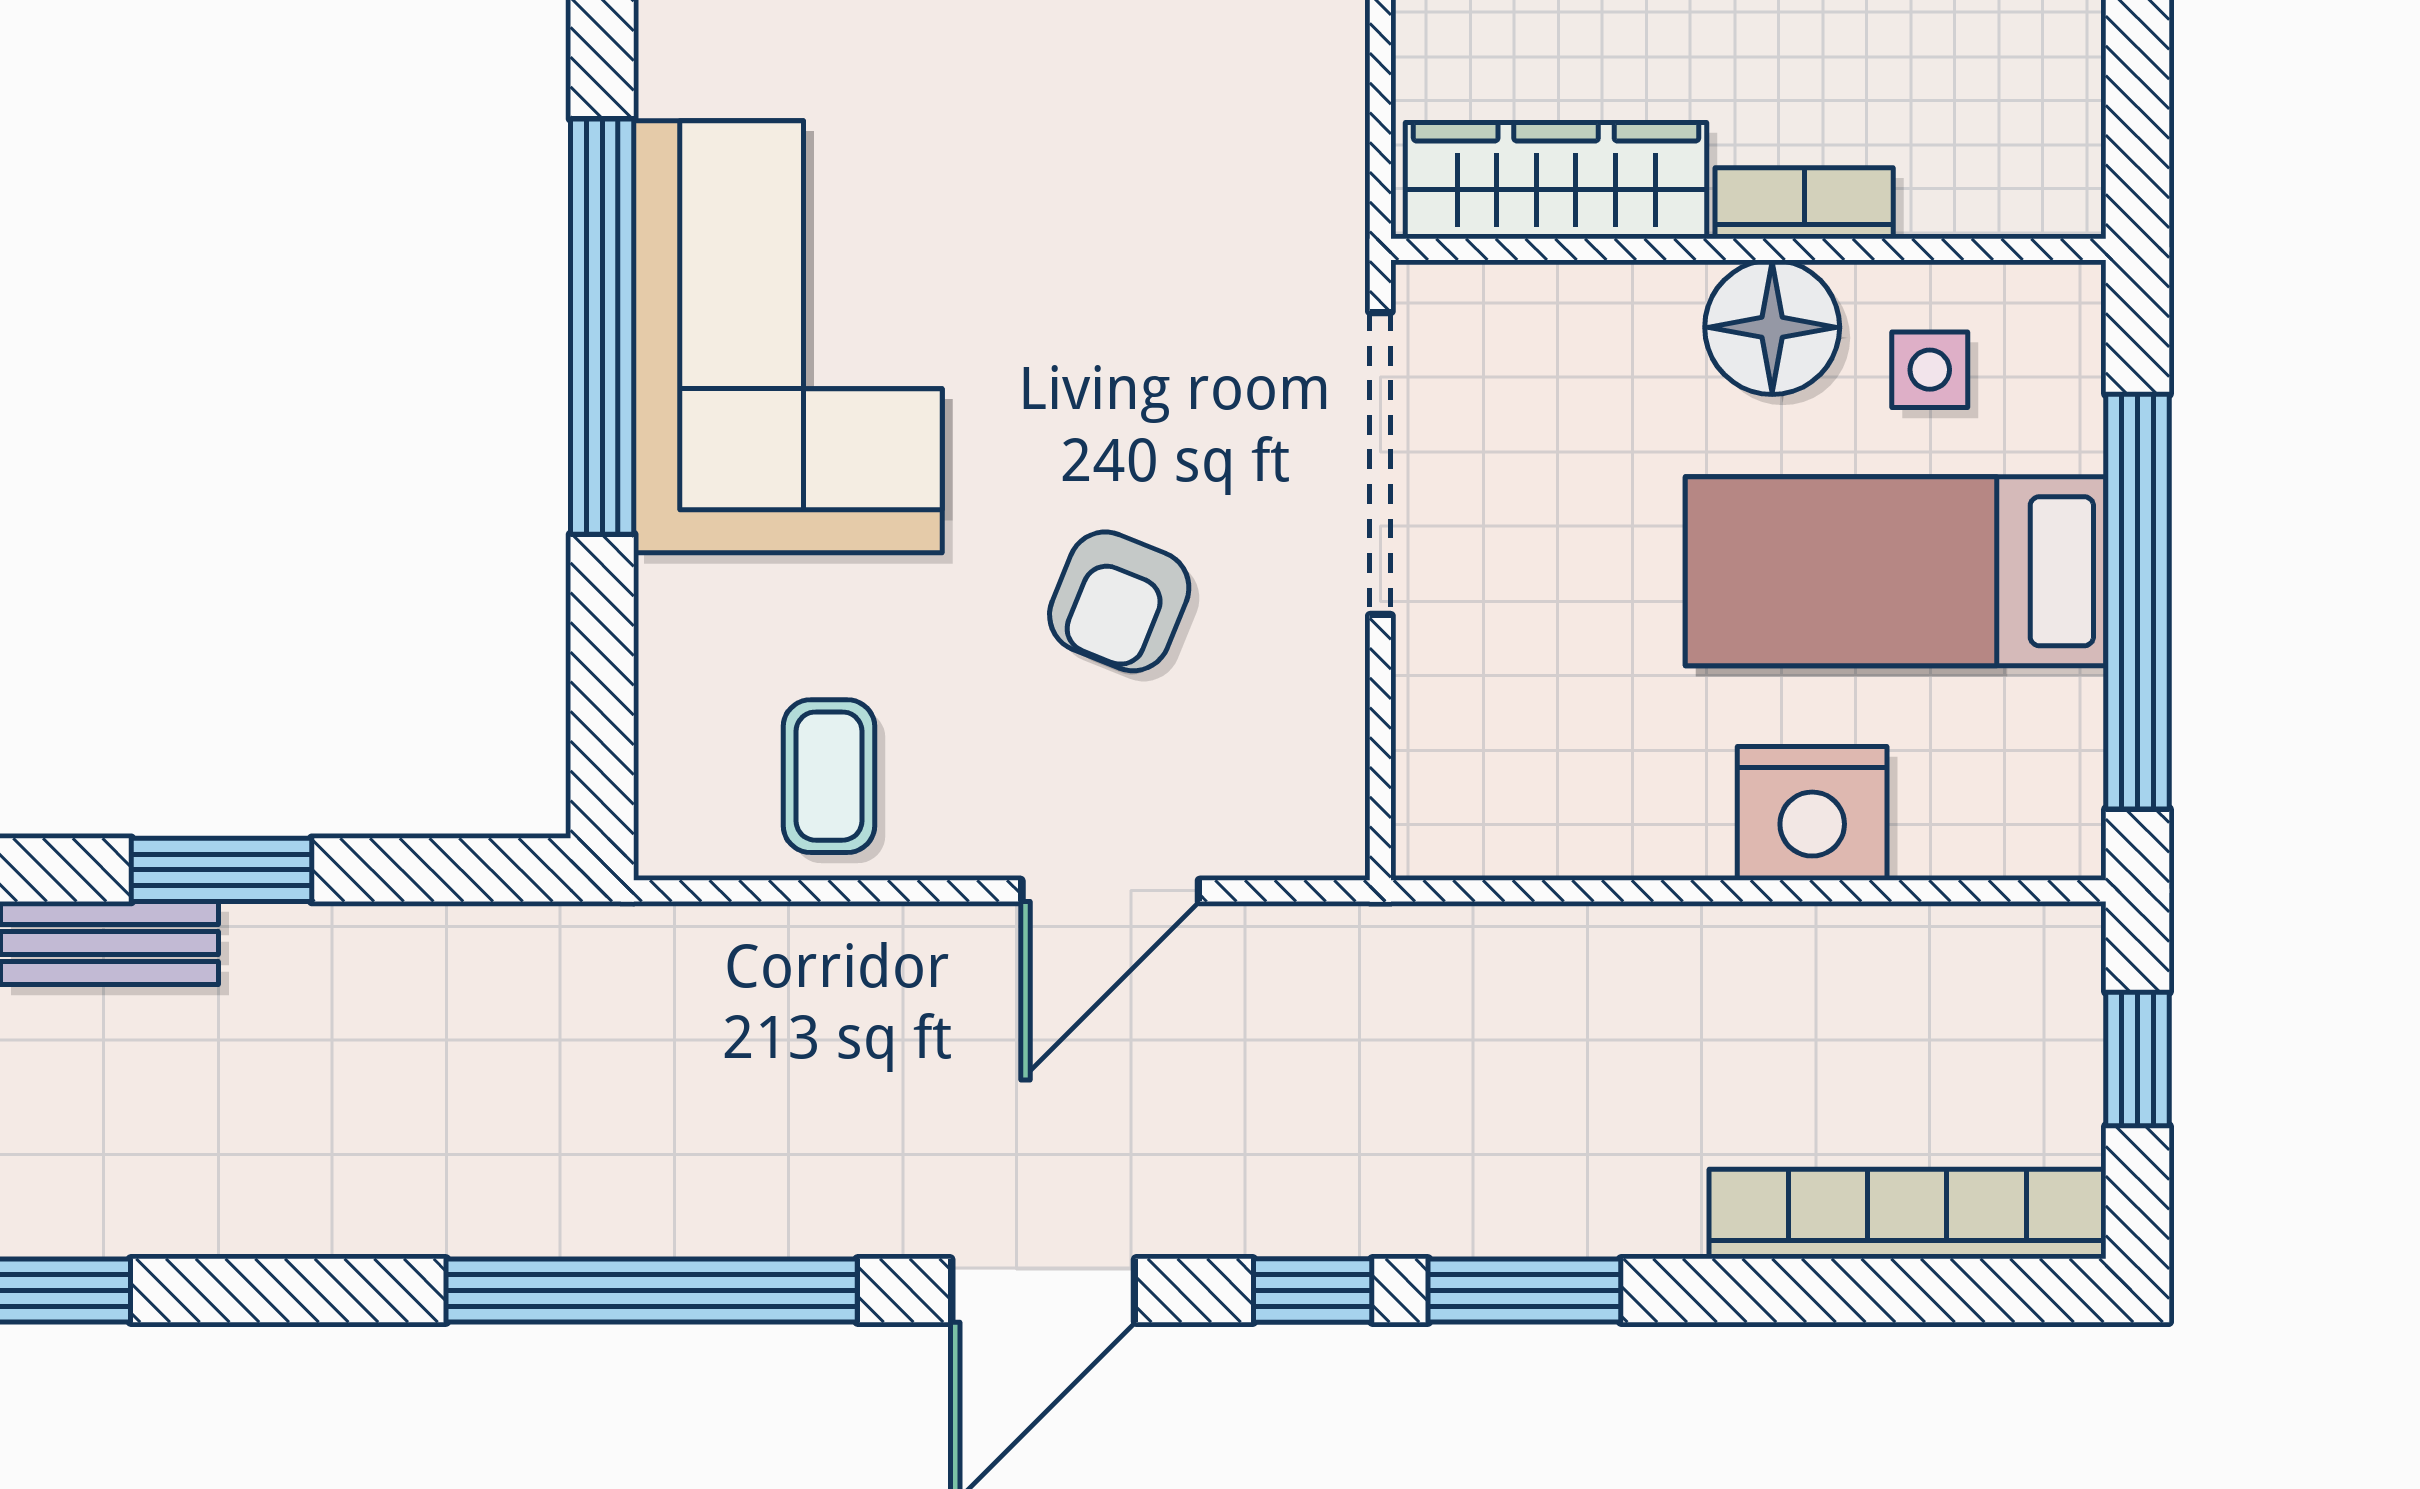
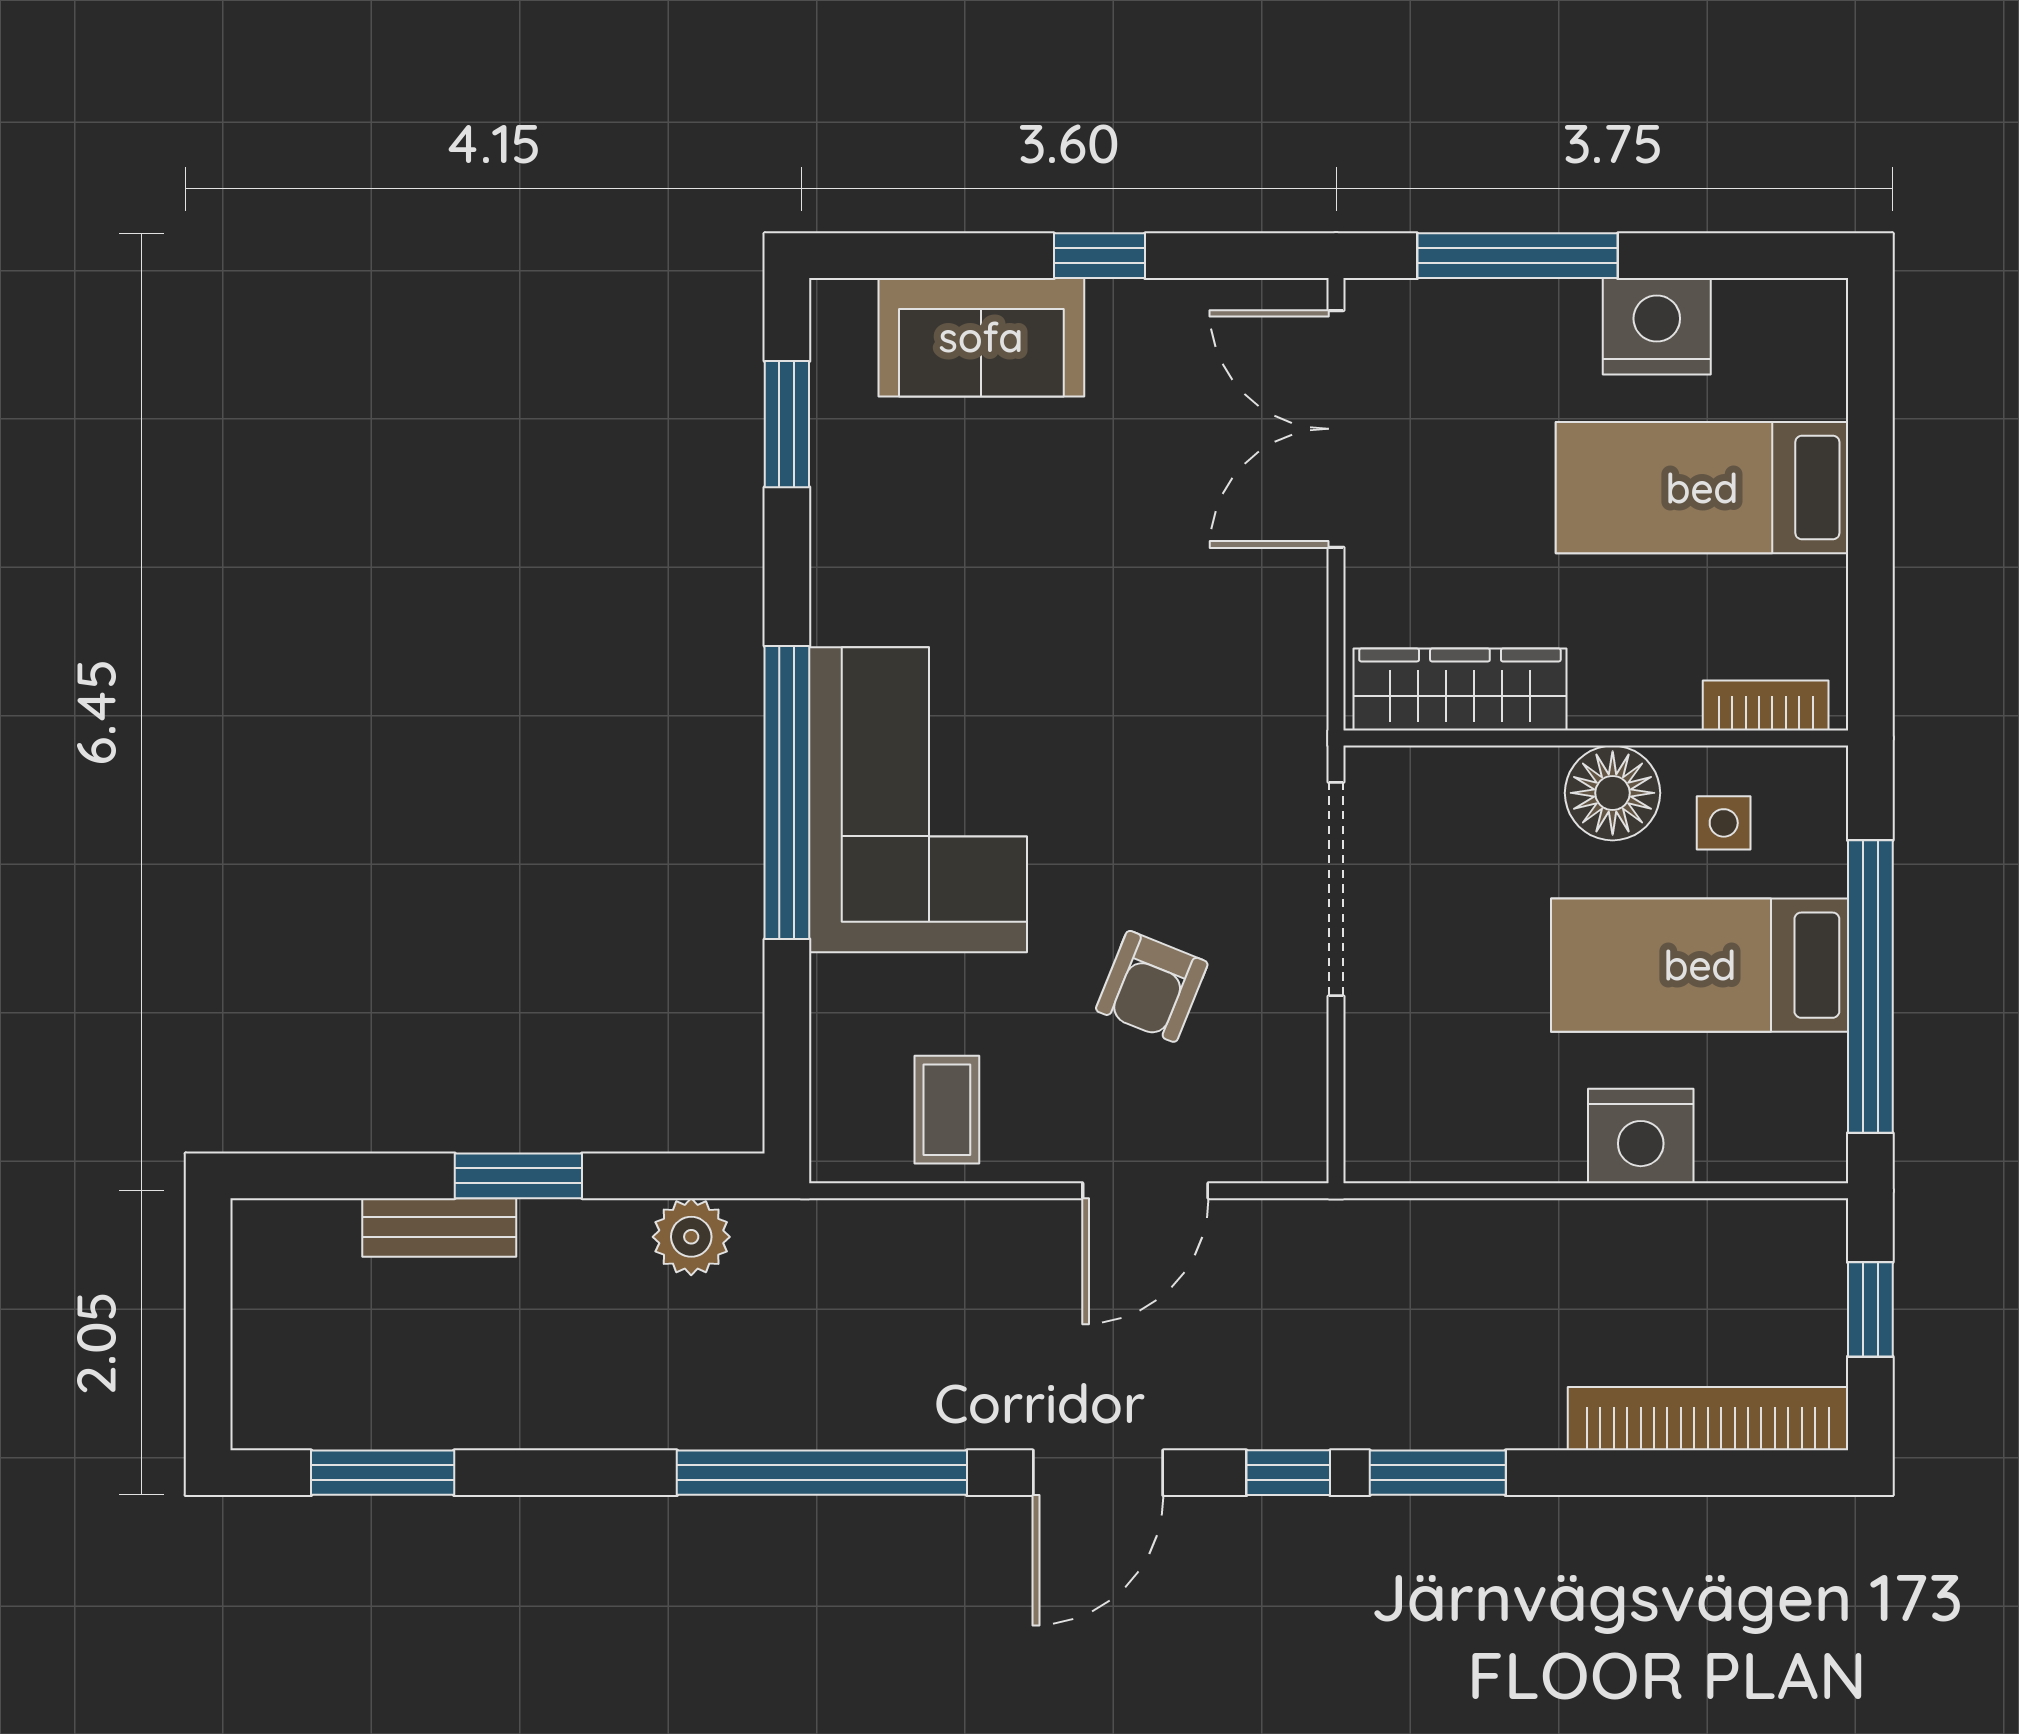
bookcase: (1804, 203) -> (1766, 706), moved
plant: (466, 956) -> (691, 1237), added

